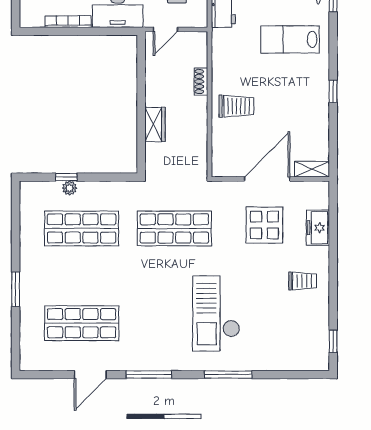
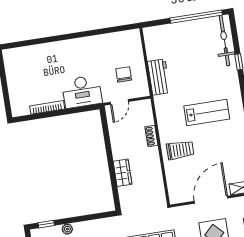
lab bench: (290, 39) -> (207, 113), moved, turned 180
window: (66, 177) -> (46, 224), moved

